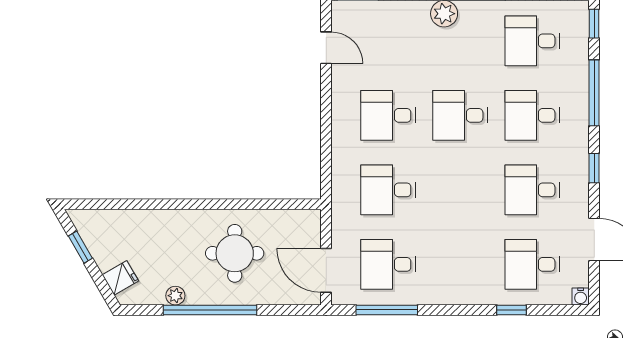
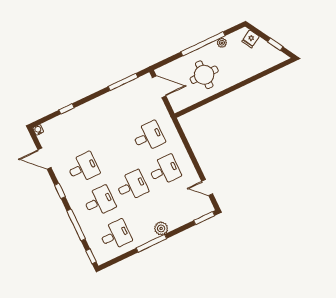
desk: (388, 264) -> (132, 103), removed
desk: (532, 264) -> (67, 134), removed

